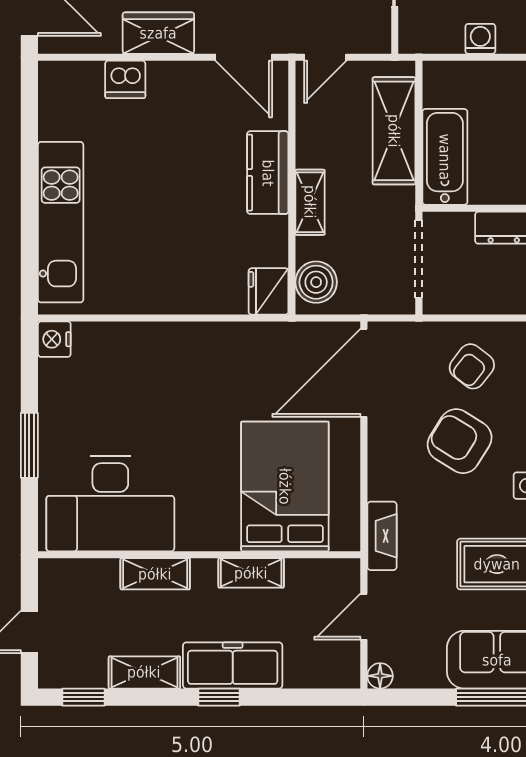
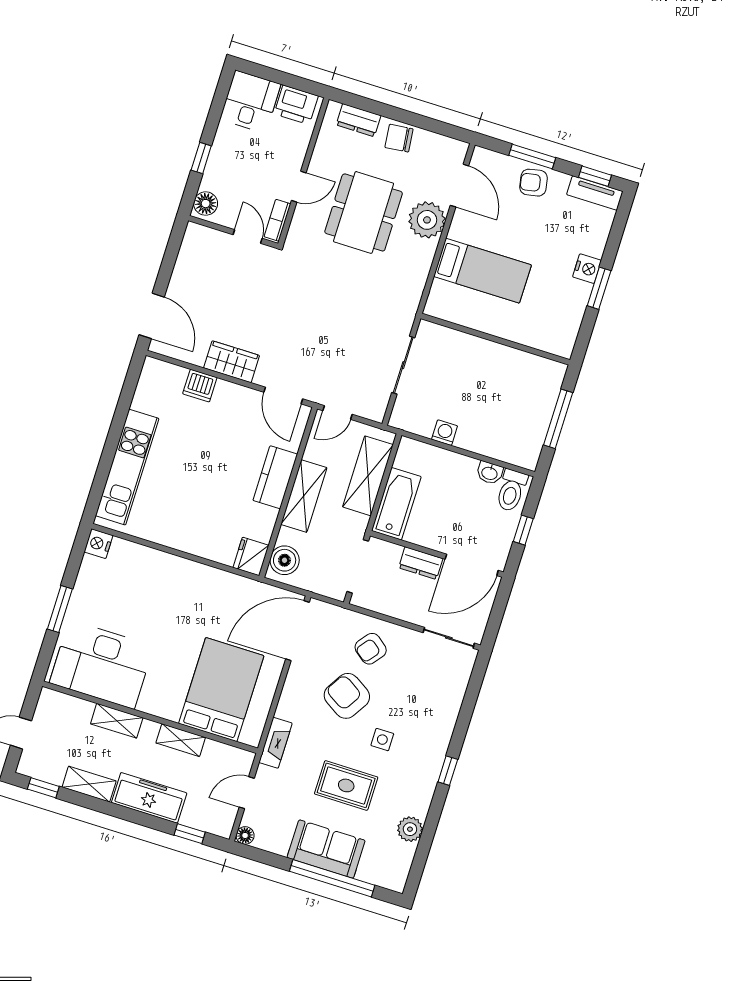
shelving: (310, 202) -> (304, 496), width x1.50, depth x1.33
window: (219, 697) -> (190, 834), moved

